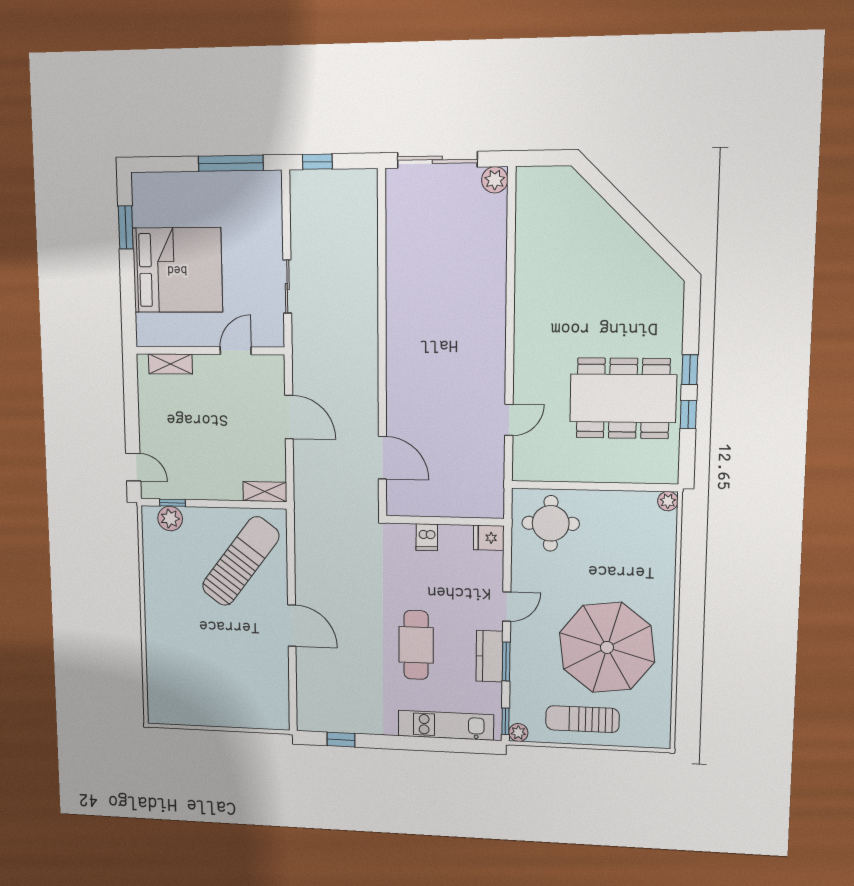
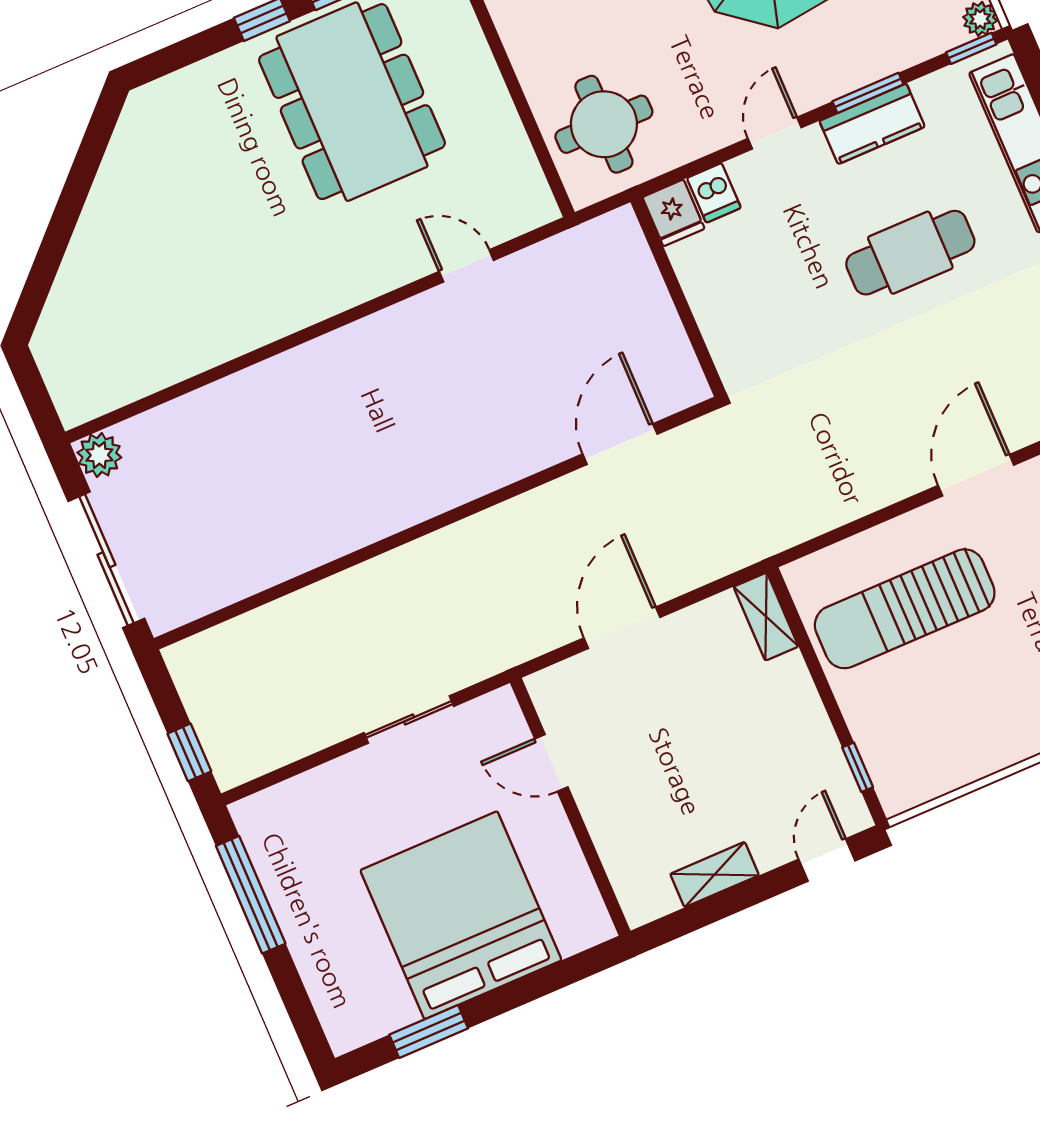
shelving: (170, 364) -> (715, 875), moved, turned 90
plant: (170, 519) -> (887, 760), removed
dishwasher: (427, 537) -> (714, 193), moved, turned 90
sun lounger: (241, 561) -> (905, 609), turned -37
door: (507, 607) -> (775, 133), hinge flipped

